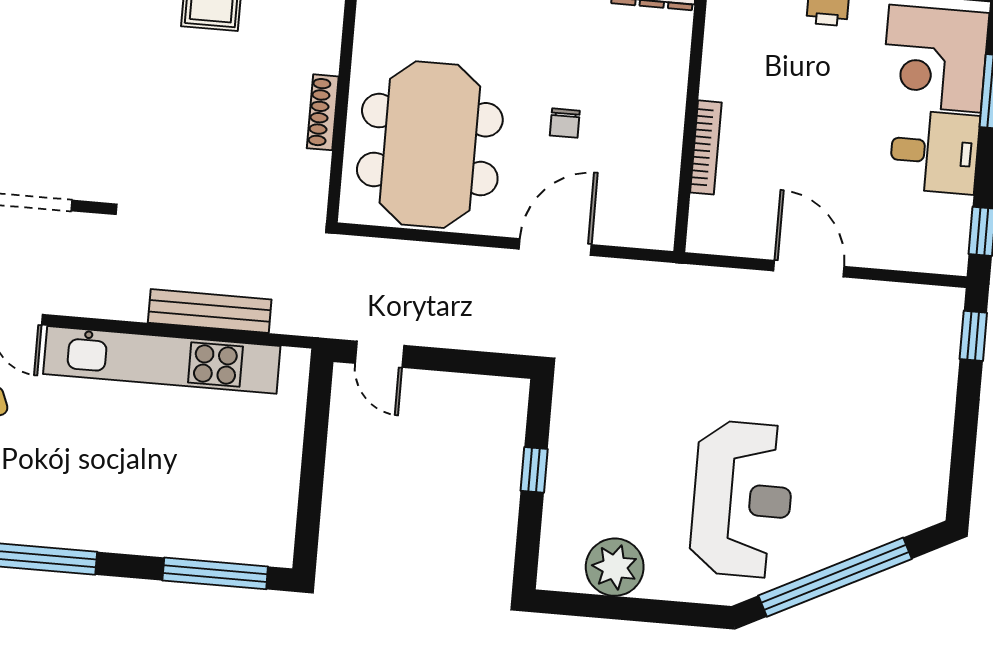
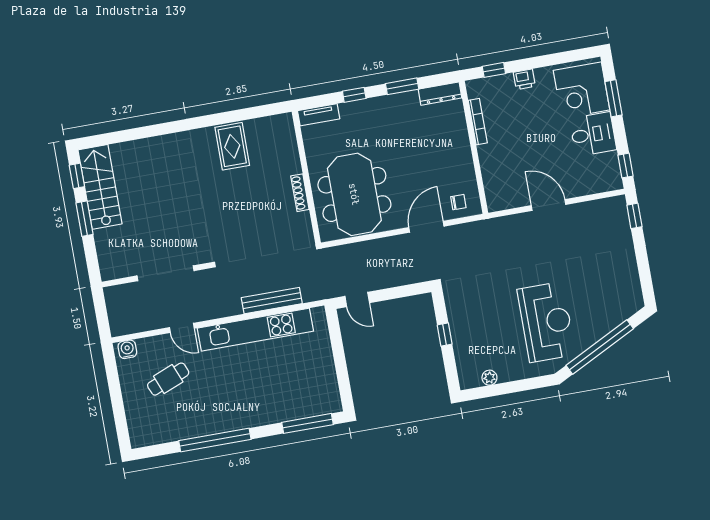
chair: (565, 123) -> (458, 202), moved, turned -90
bookcase: (706, 147) -> (478, 122), moved
plant: (615, 567) -> (489, 378), width x0.53, depth x0.53

